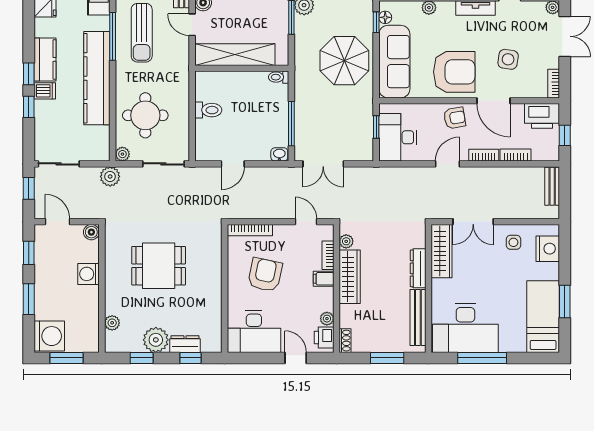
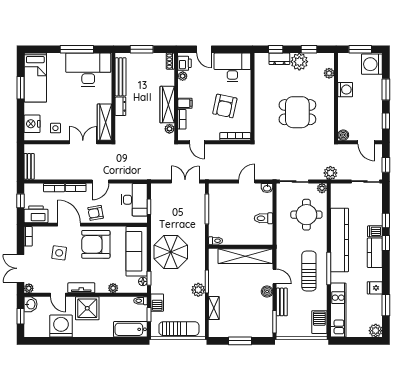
washbasin: (279, 154) -> (267, 188), moved
dresser: (418, 268) -> (120, 106), width x0.70
washing machine: (88, 274) -> (345, 90), moved

